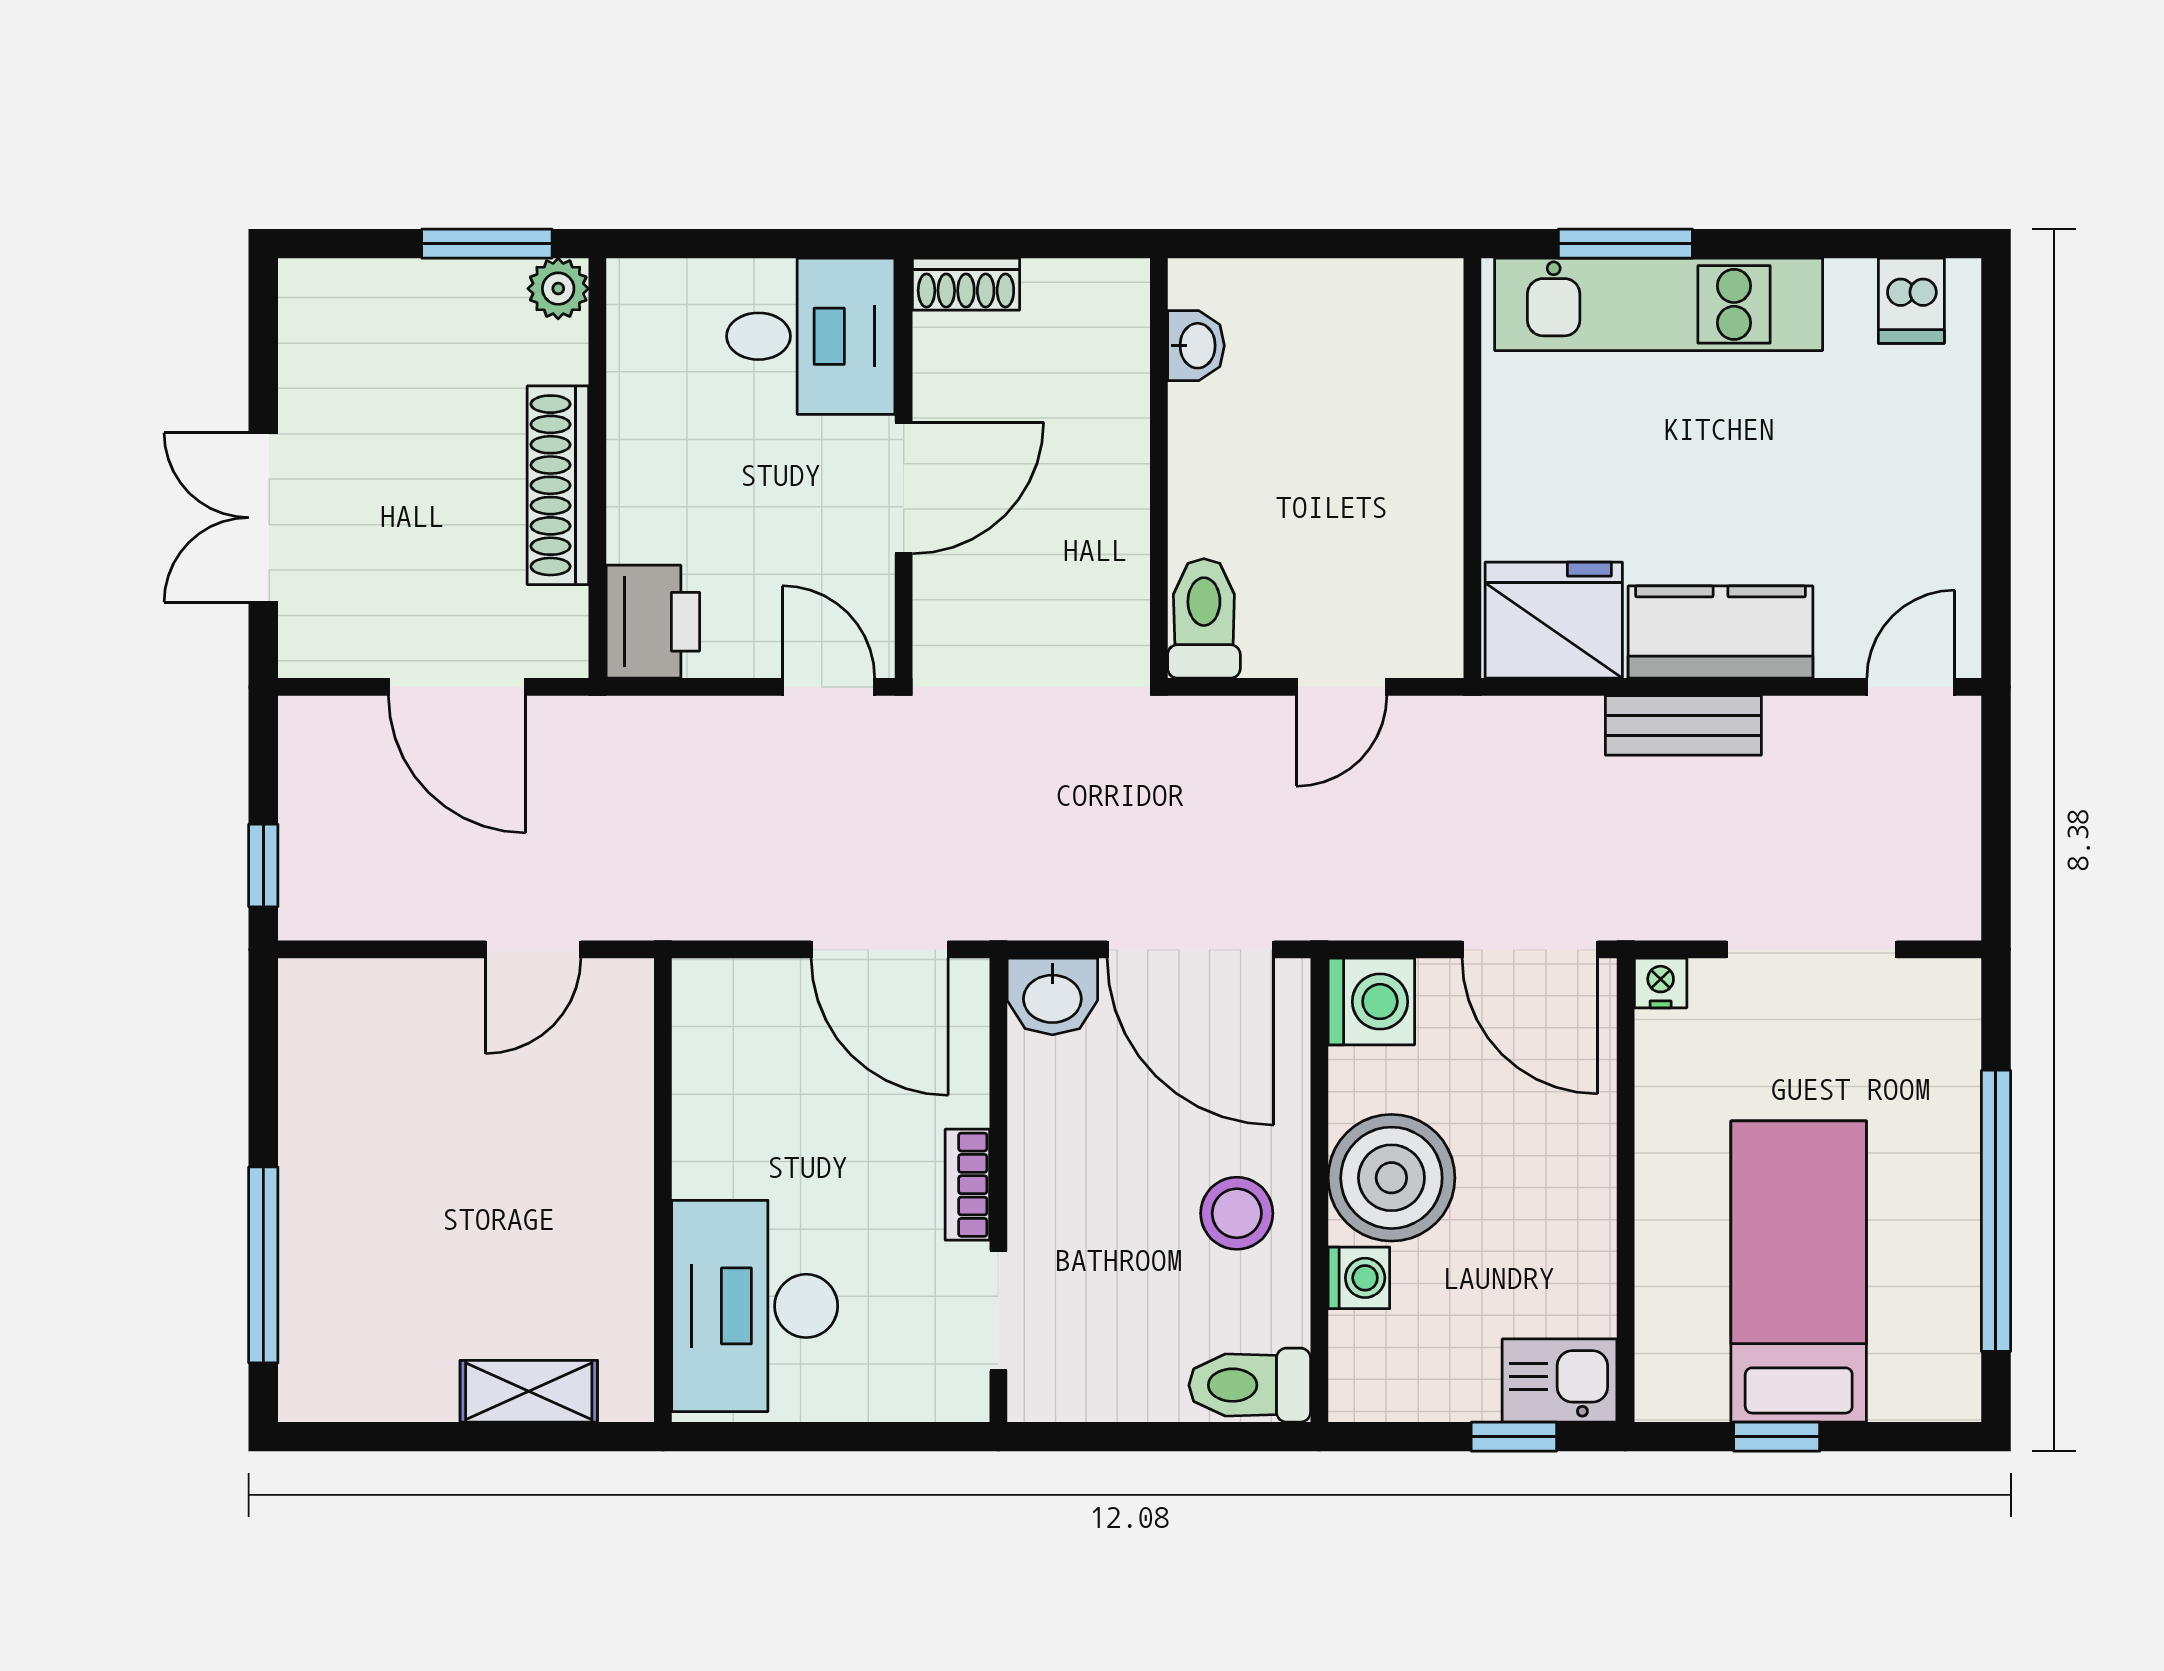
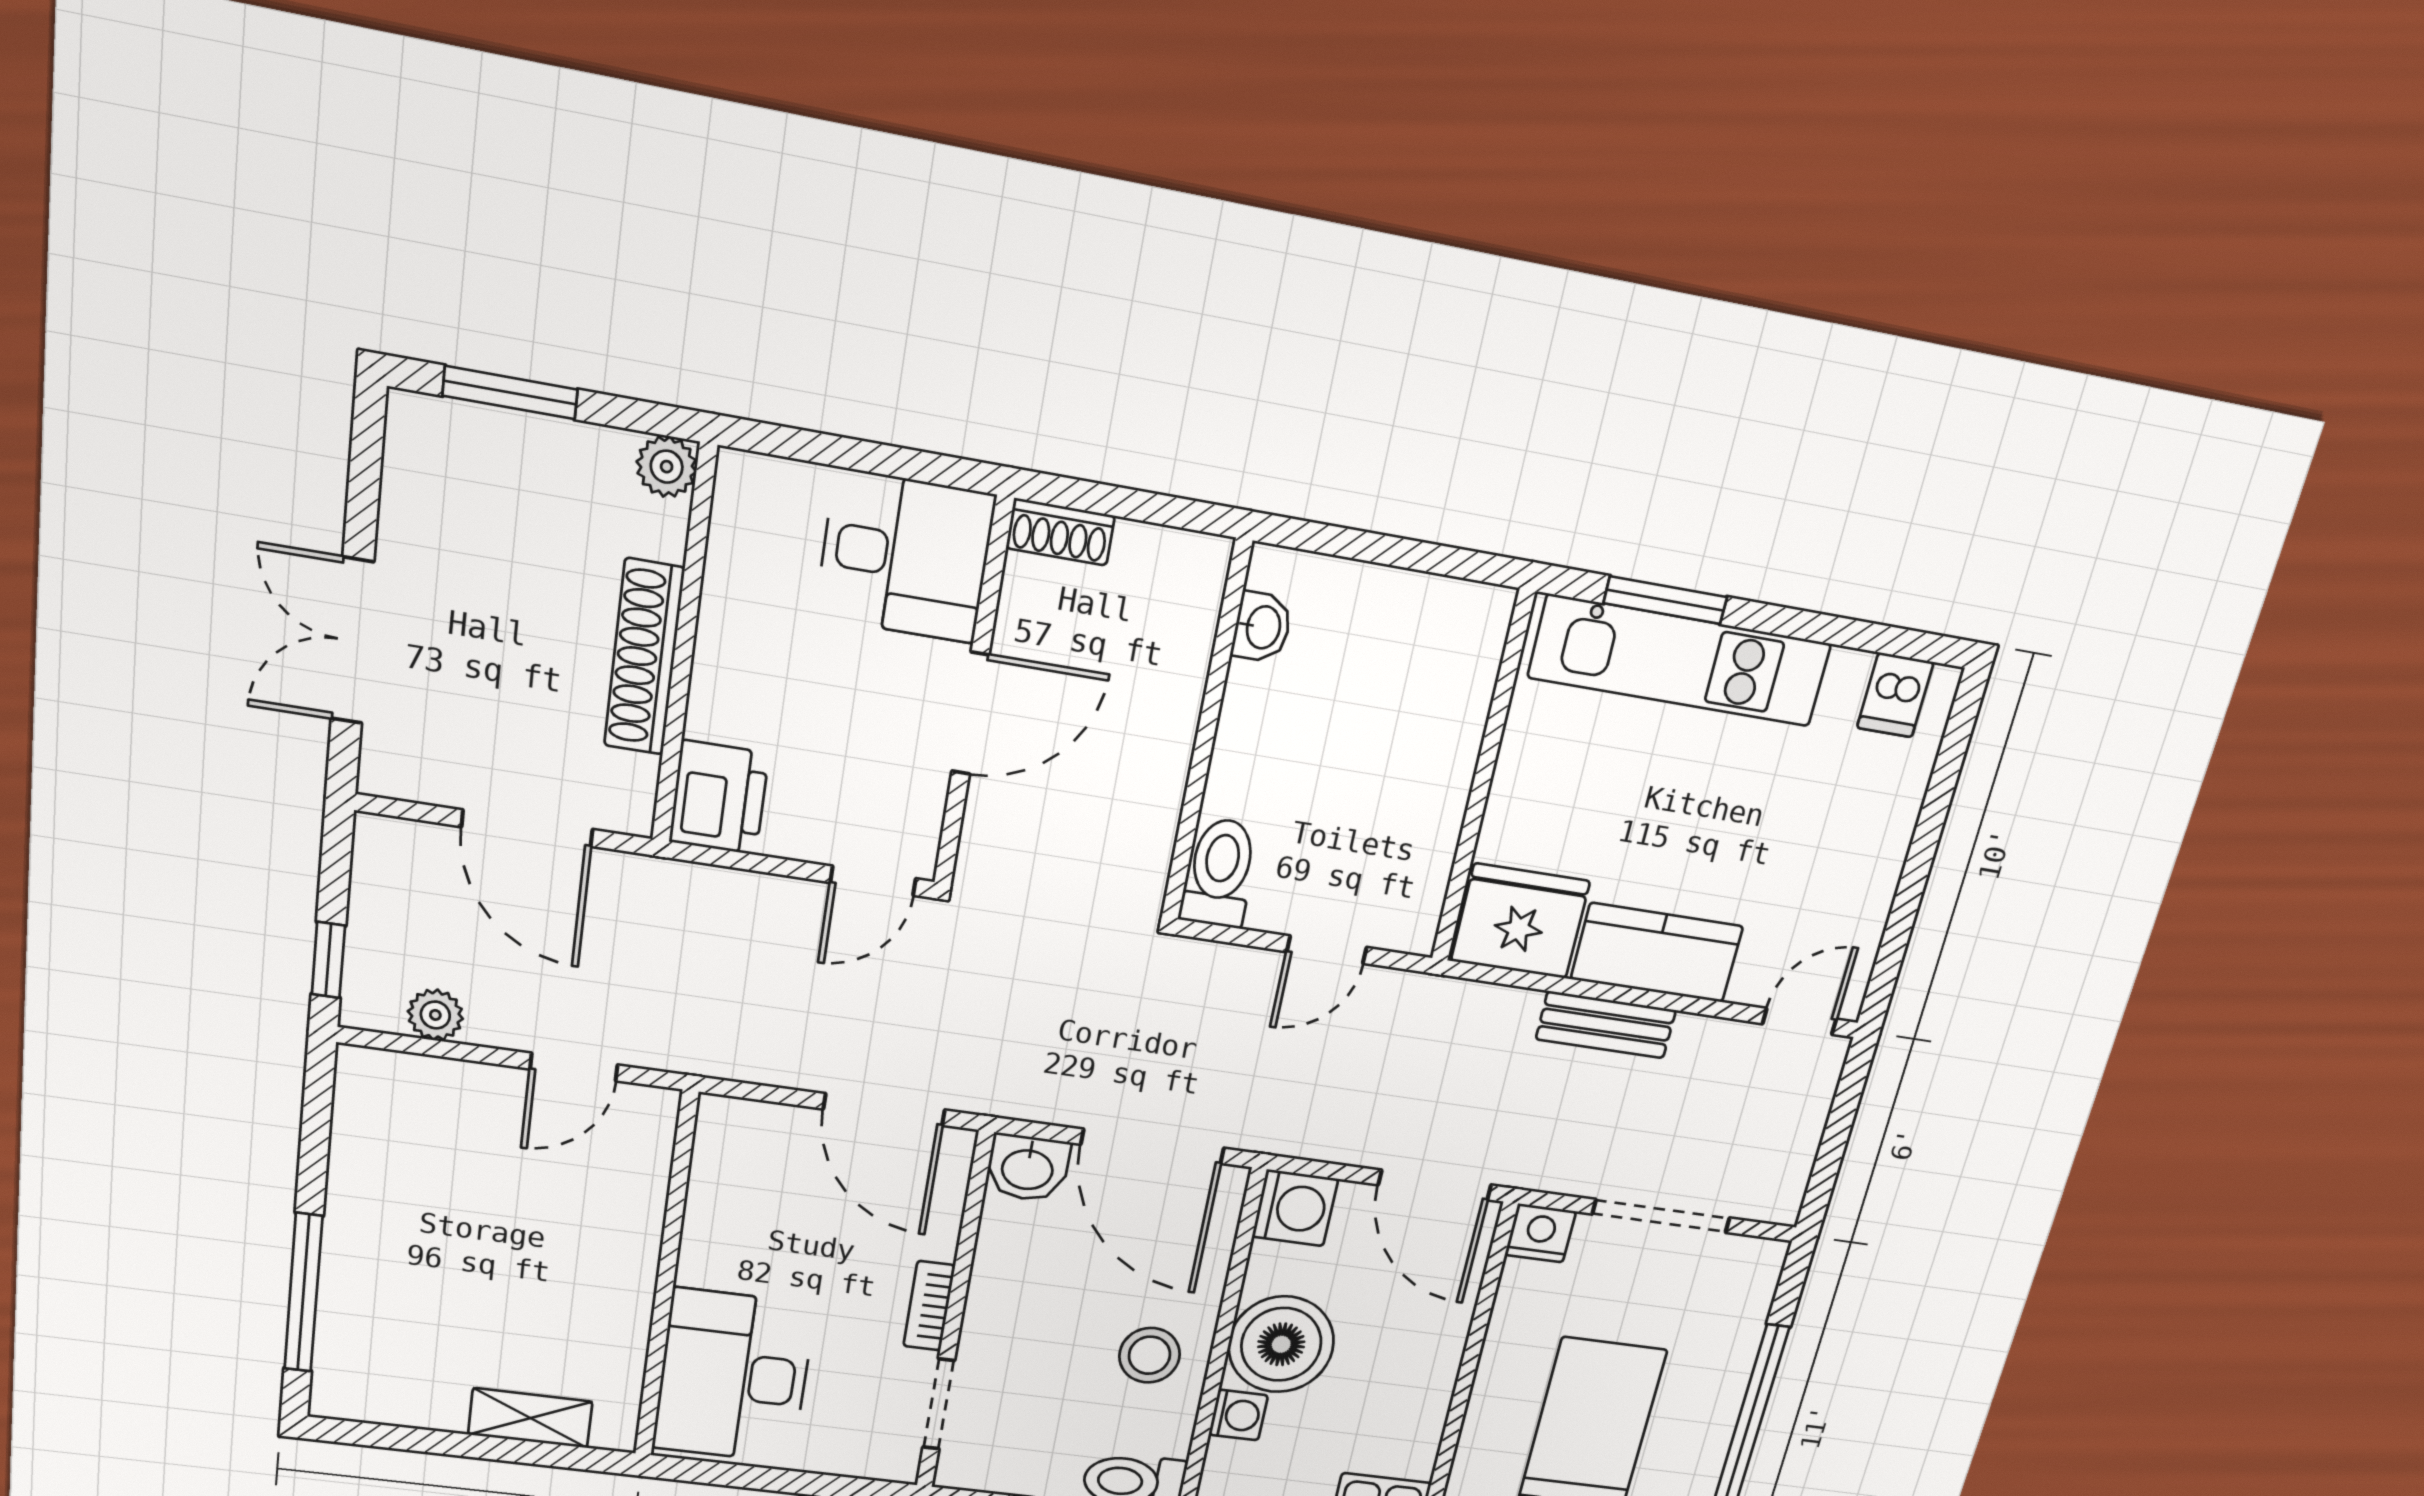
window: (487, 244) -> (510, 393), moved
door: (828, 687) -> (873, 881), swing flipped
plant: (380, 911) -> (435, 1015), added
nightstand: (1661, 983) -> (1540, 1233), width x1.39, depth x1.35

